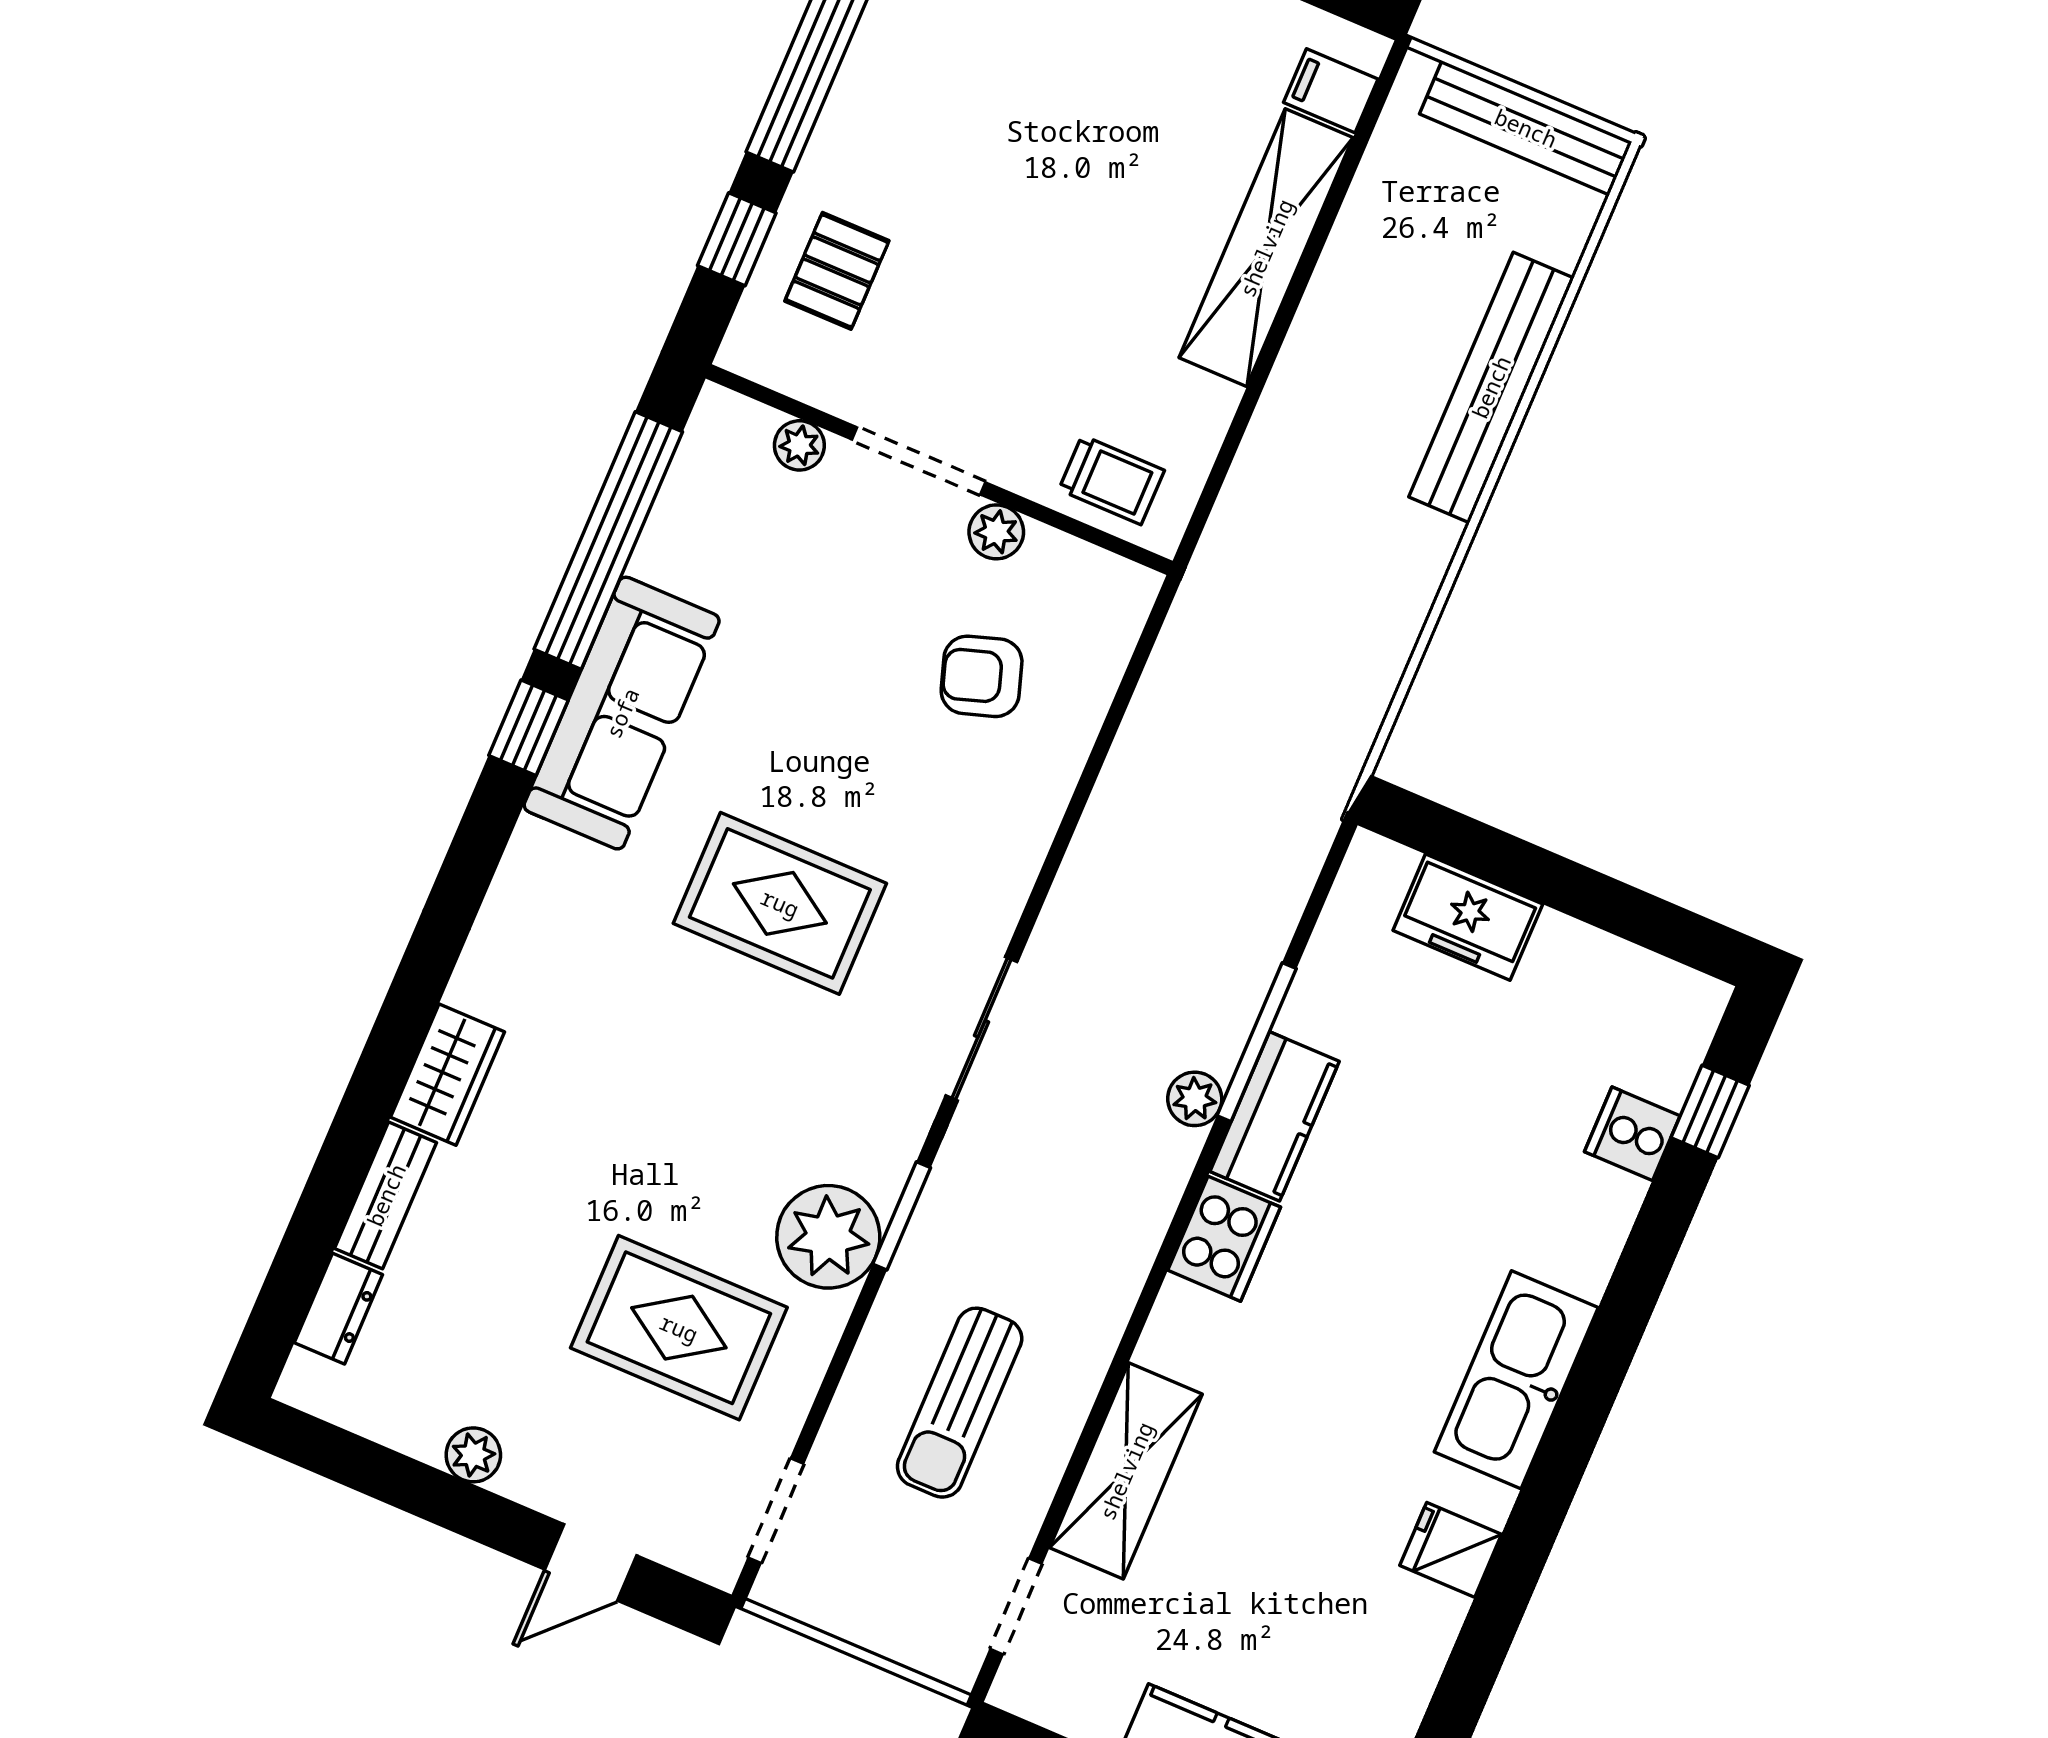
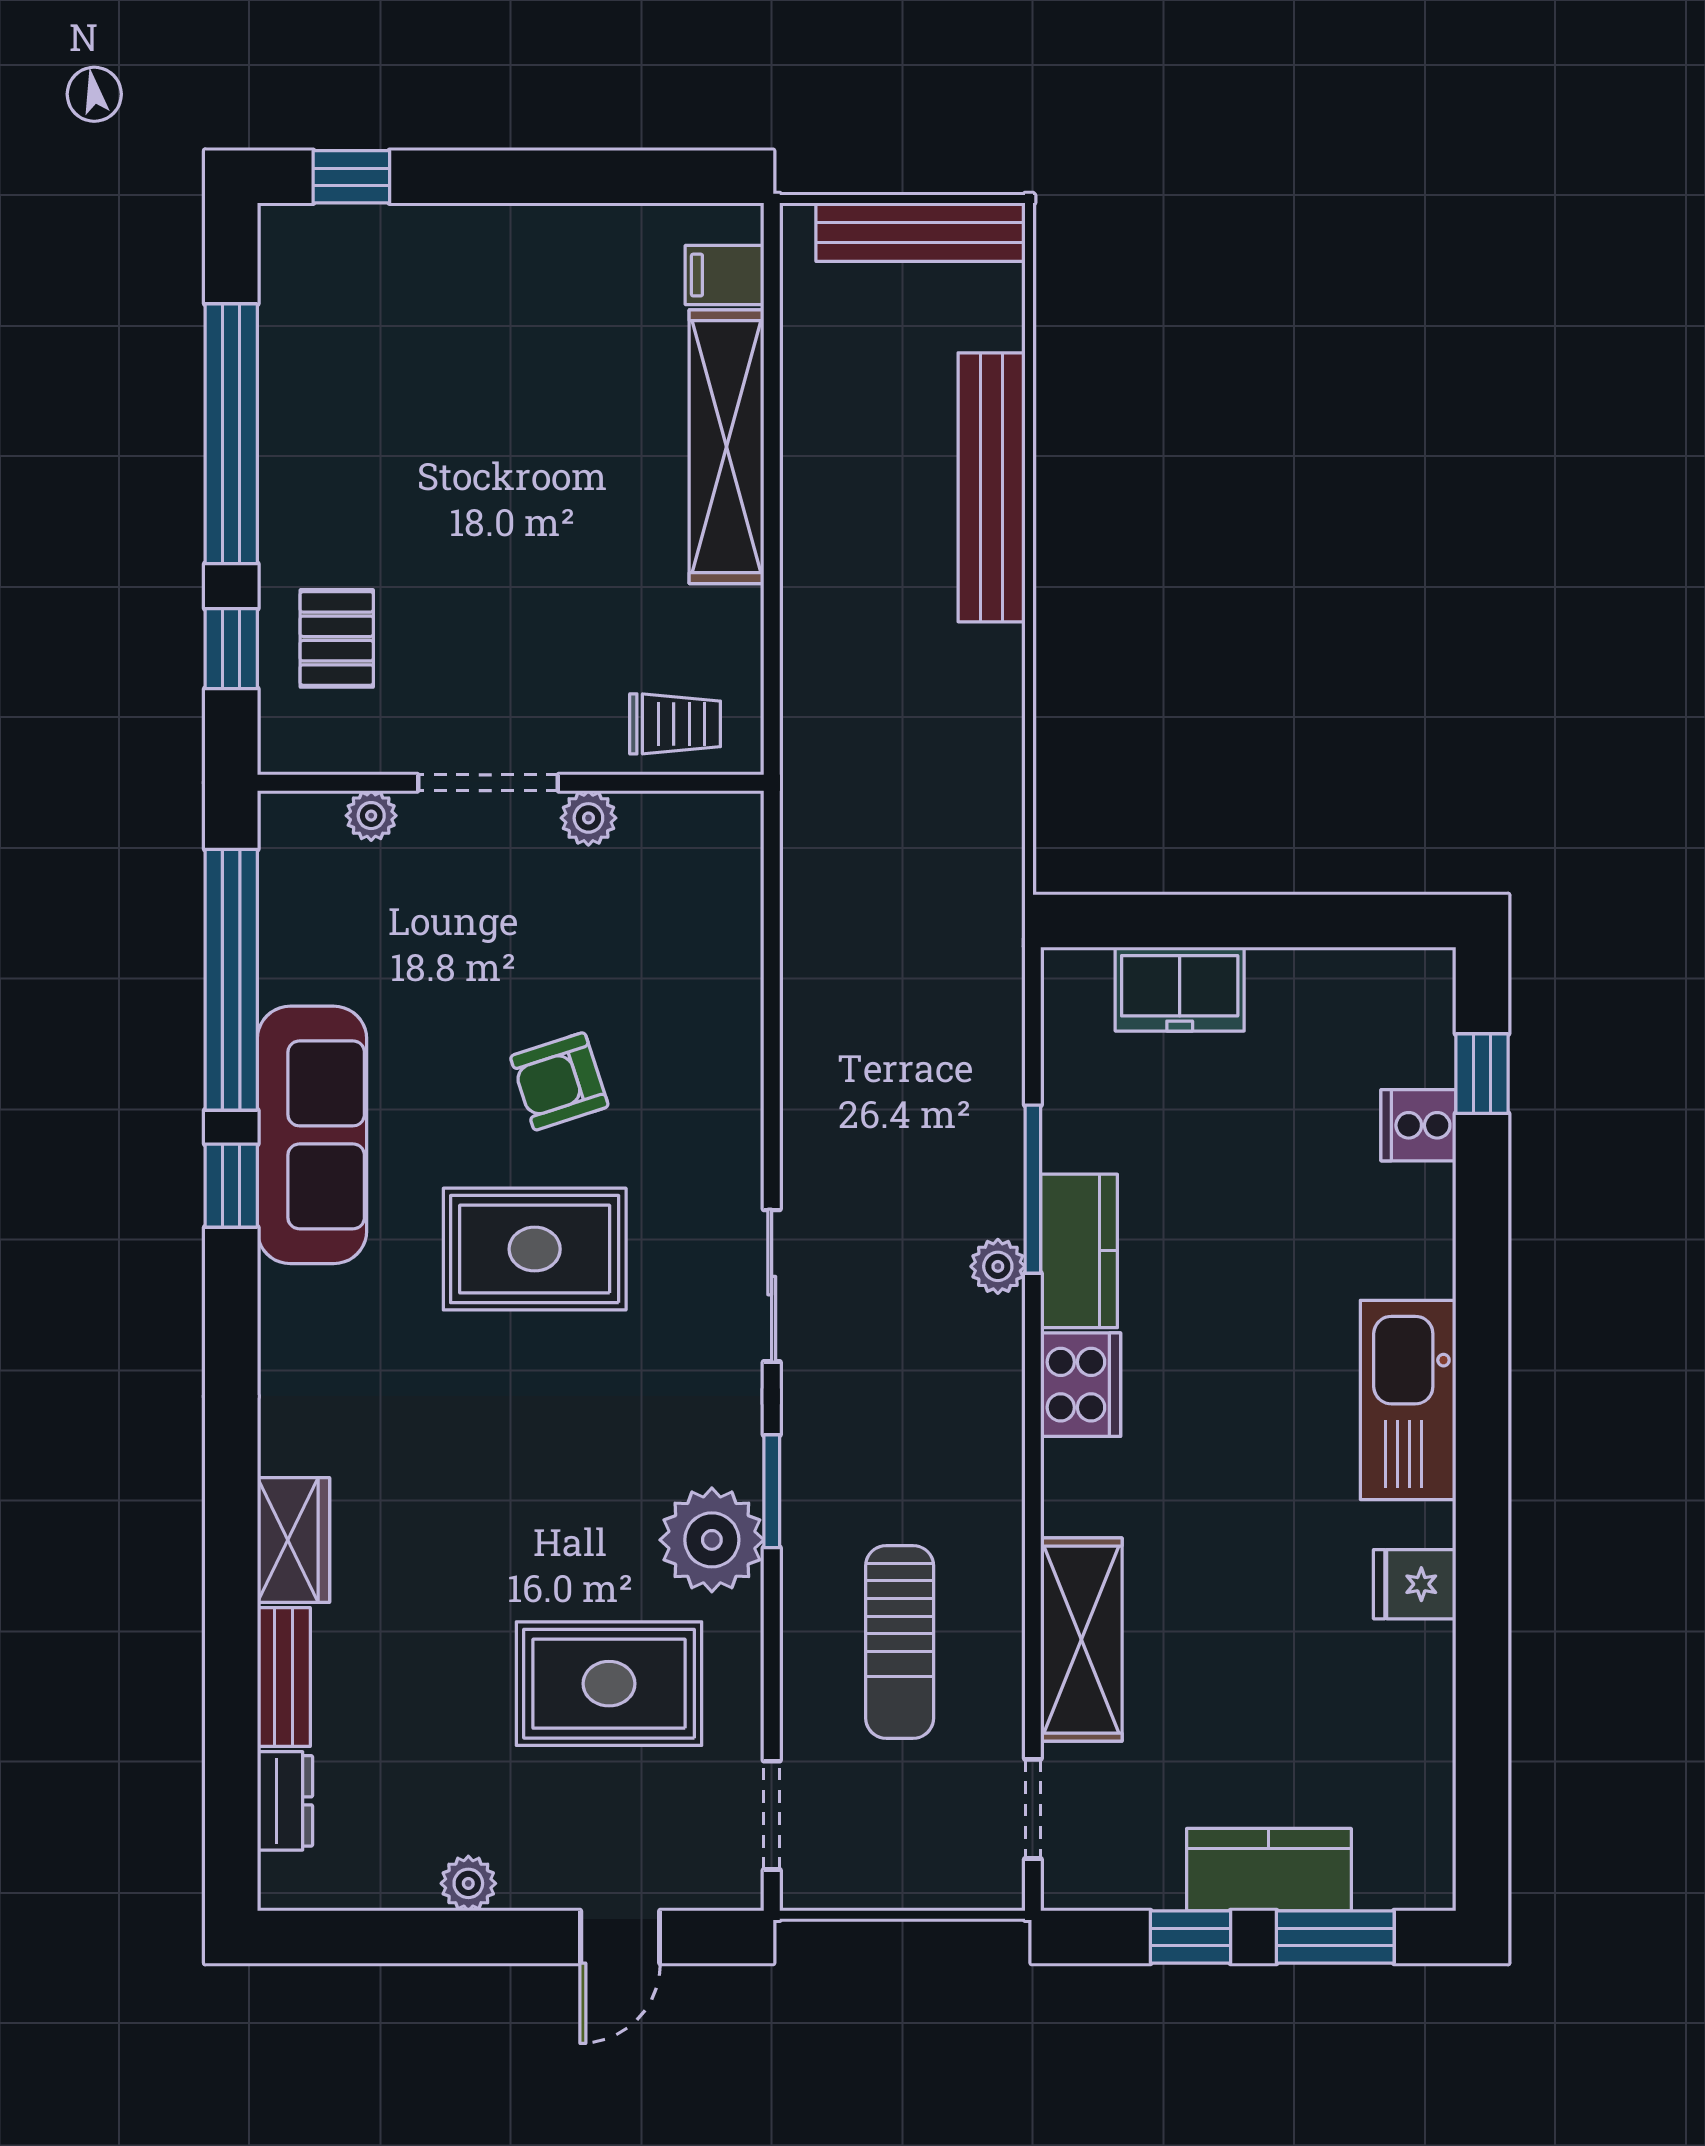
armchair: (982, 676) -> (559, 1081), moved

